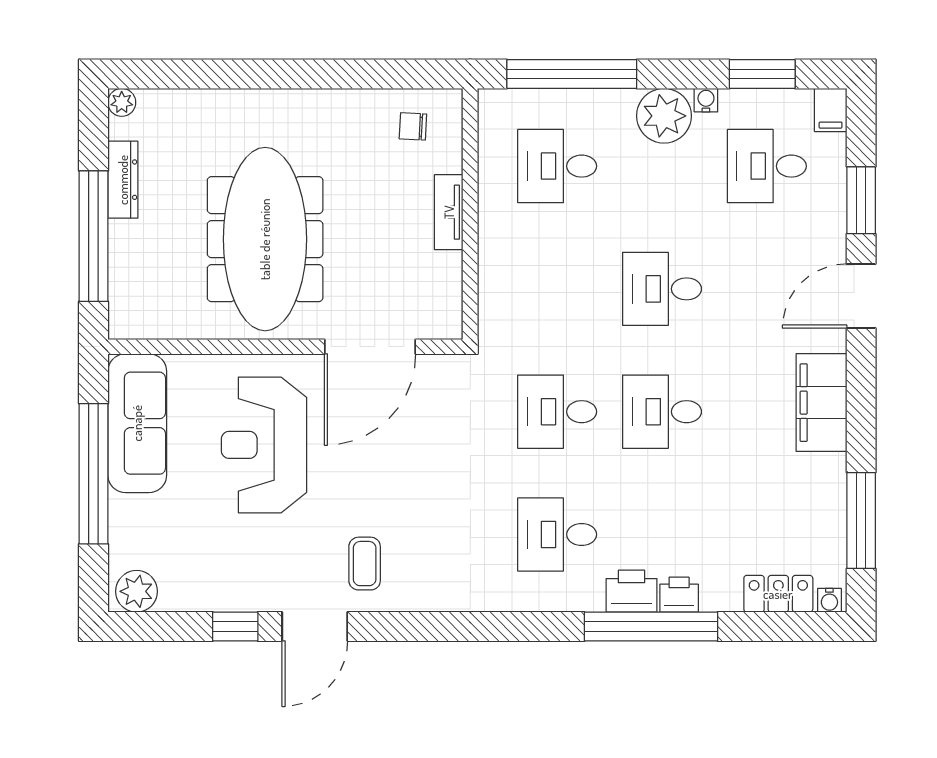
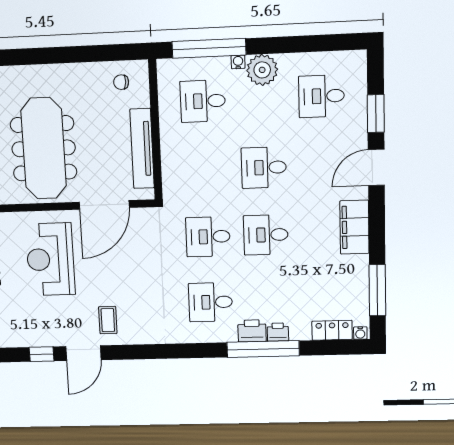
window: (762, 74) -> (318, 43), removed
water cooler: (706, 100) -> (238, 62), moved
filing cabinet: (831, 110) -> (358, 62), removed
tv unit: (449, 212) -> (142, 149), width x1.92, depth x1.29

